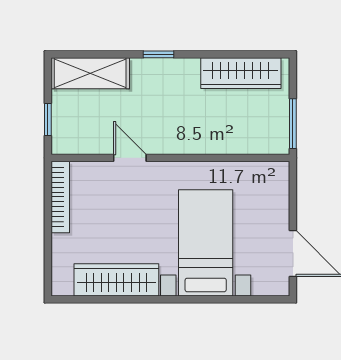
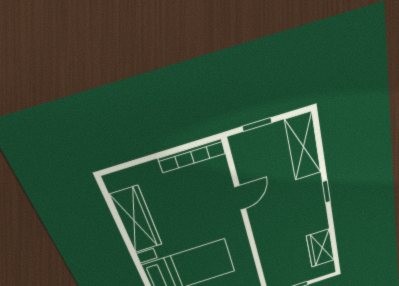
wardrobe: (241, 73) -> (320, 248), width x0.67

